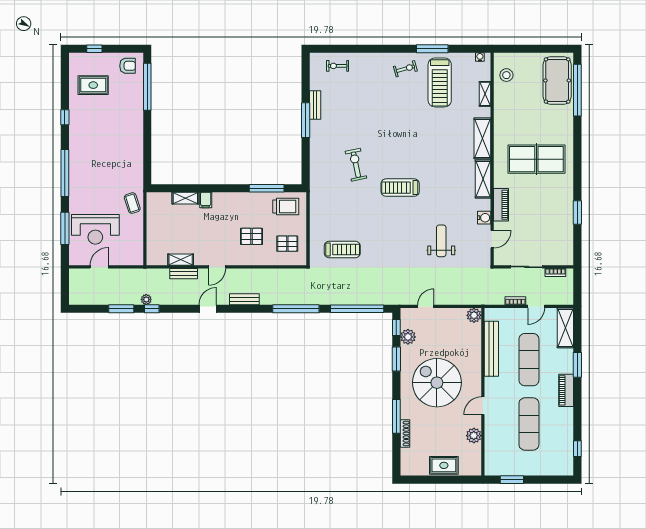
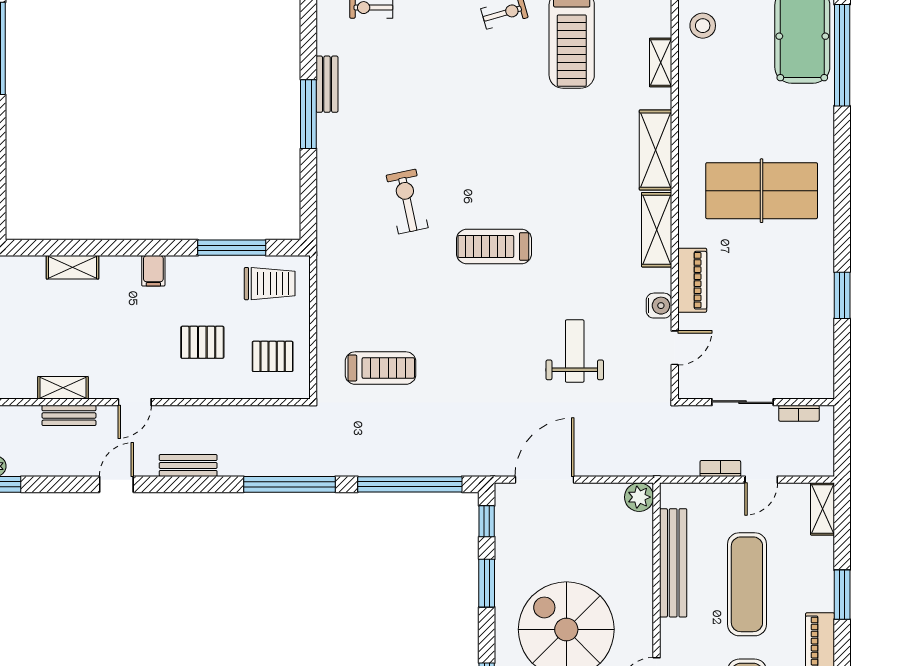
filing cabinet: (206, 200) -> (153, 271), moved
door: (426, 306) -> (544, 480), width x1.88
shelving: (565, 328) -> (822, 509), width x0.67, depth x0.75
plant: (408, 337) -> (509, 539), removed

